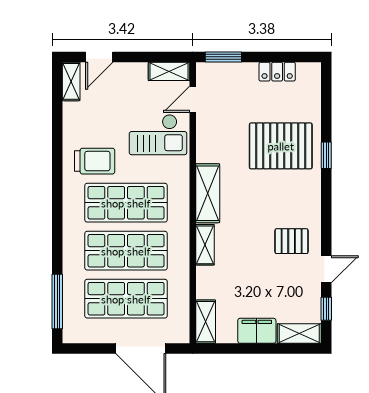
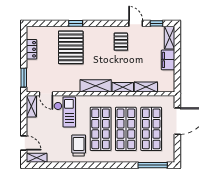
shelving: (206, 322) -> (146, 87), moved

